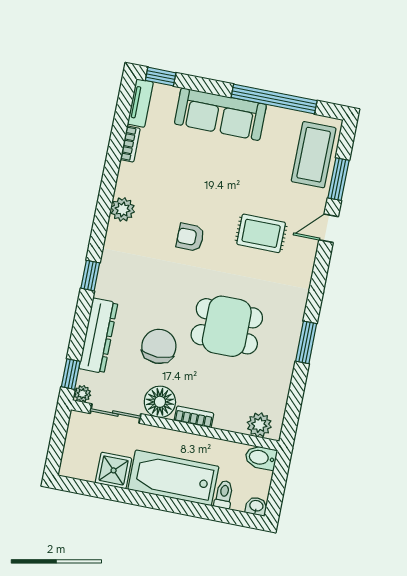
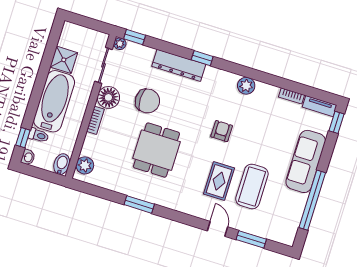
coffee table: (314, 155) -> (252, 186), moved, turned 90
dresser: (98, 336) -> (179, 65), moved
window: (229, 516) -> (23, 138), added

